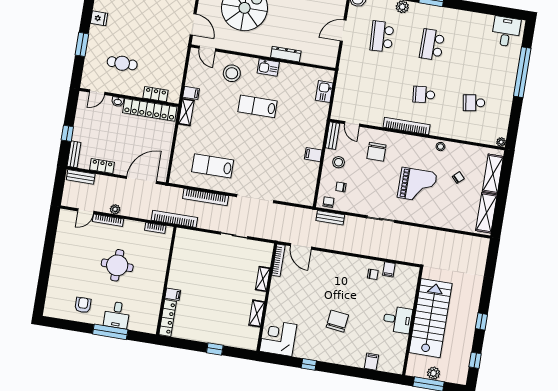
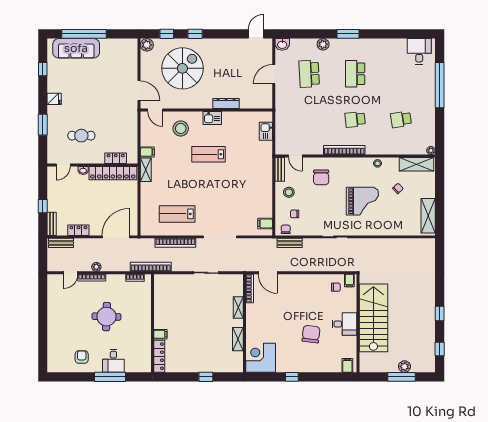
filing cabinet: (313, 155) -> (265, 223), moved
shelving: (493, 174) -> (417, 164), moved, turned 90
stairs: (430, 318) -> (373, 318), moved
desk: (398, 319) -> (344, 324), moved
wall: (413, 321) -> (358, 323), moved

